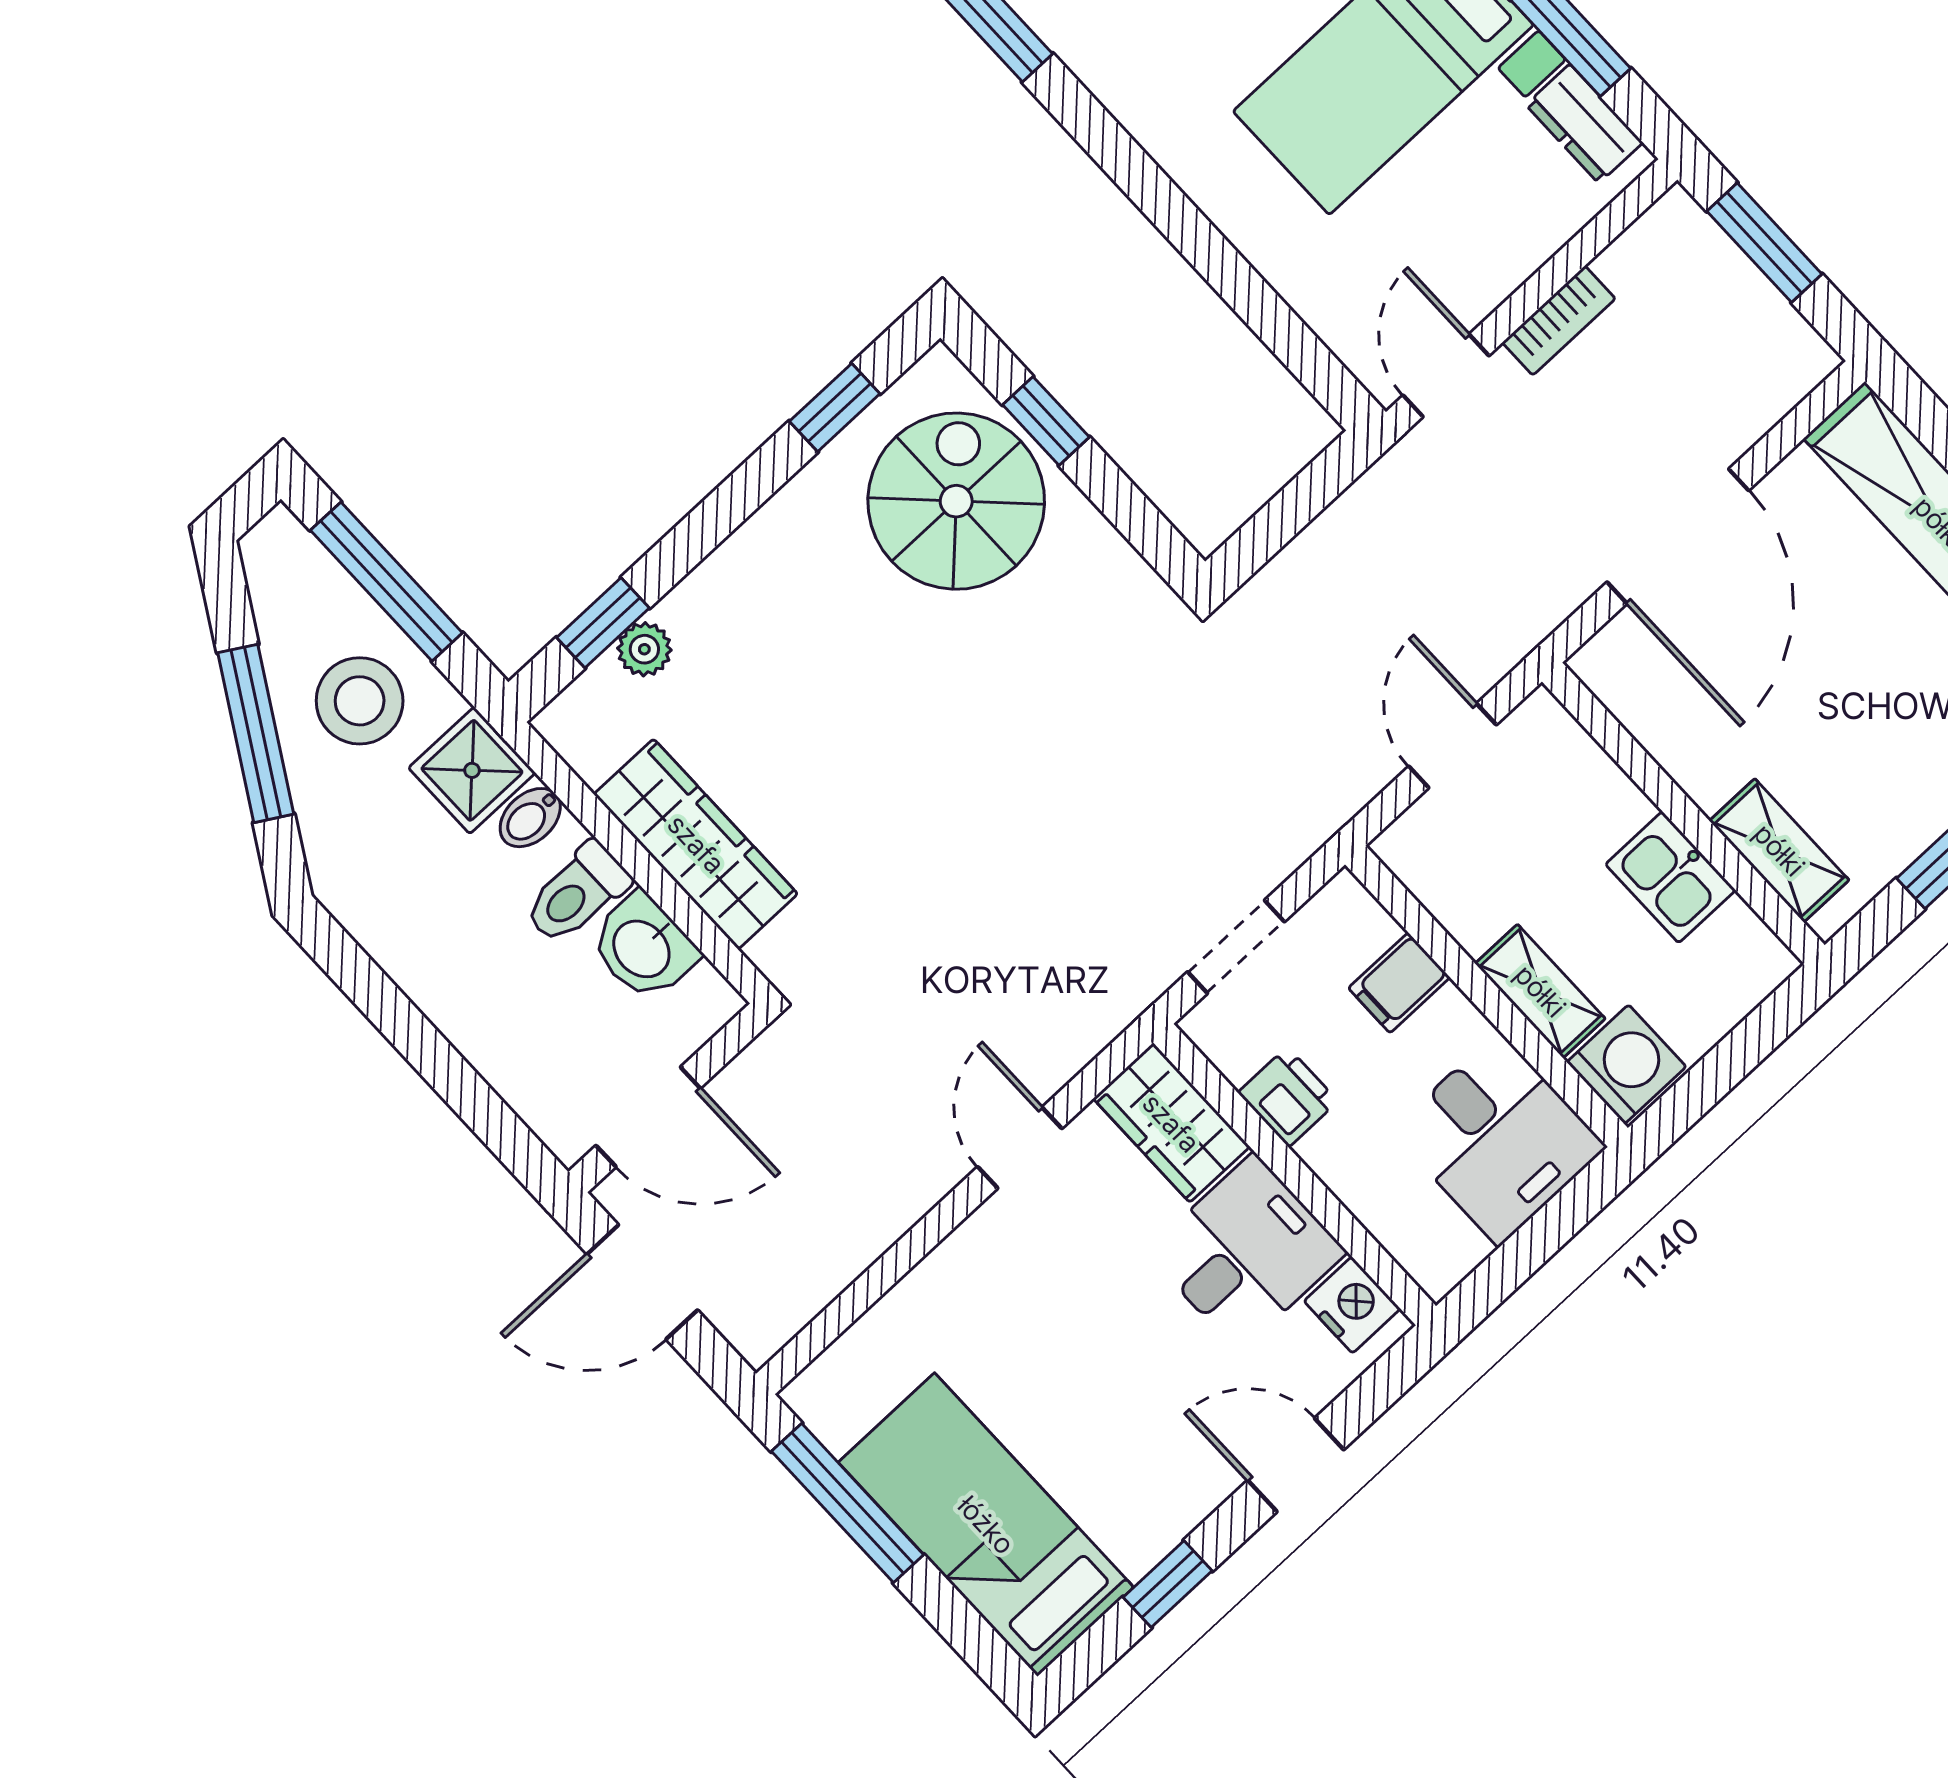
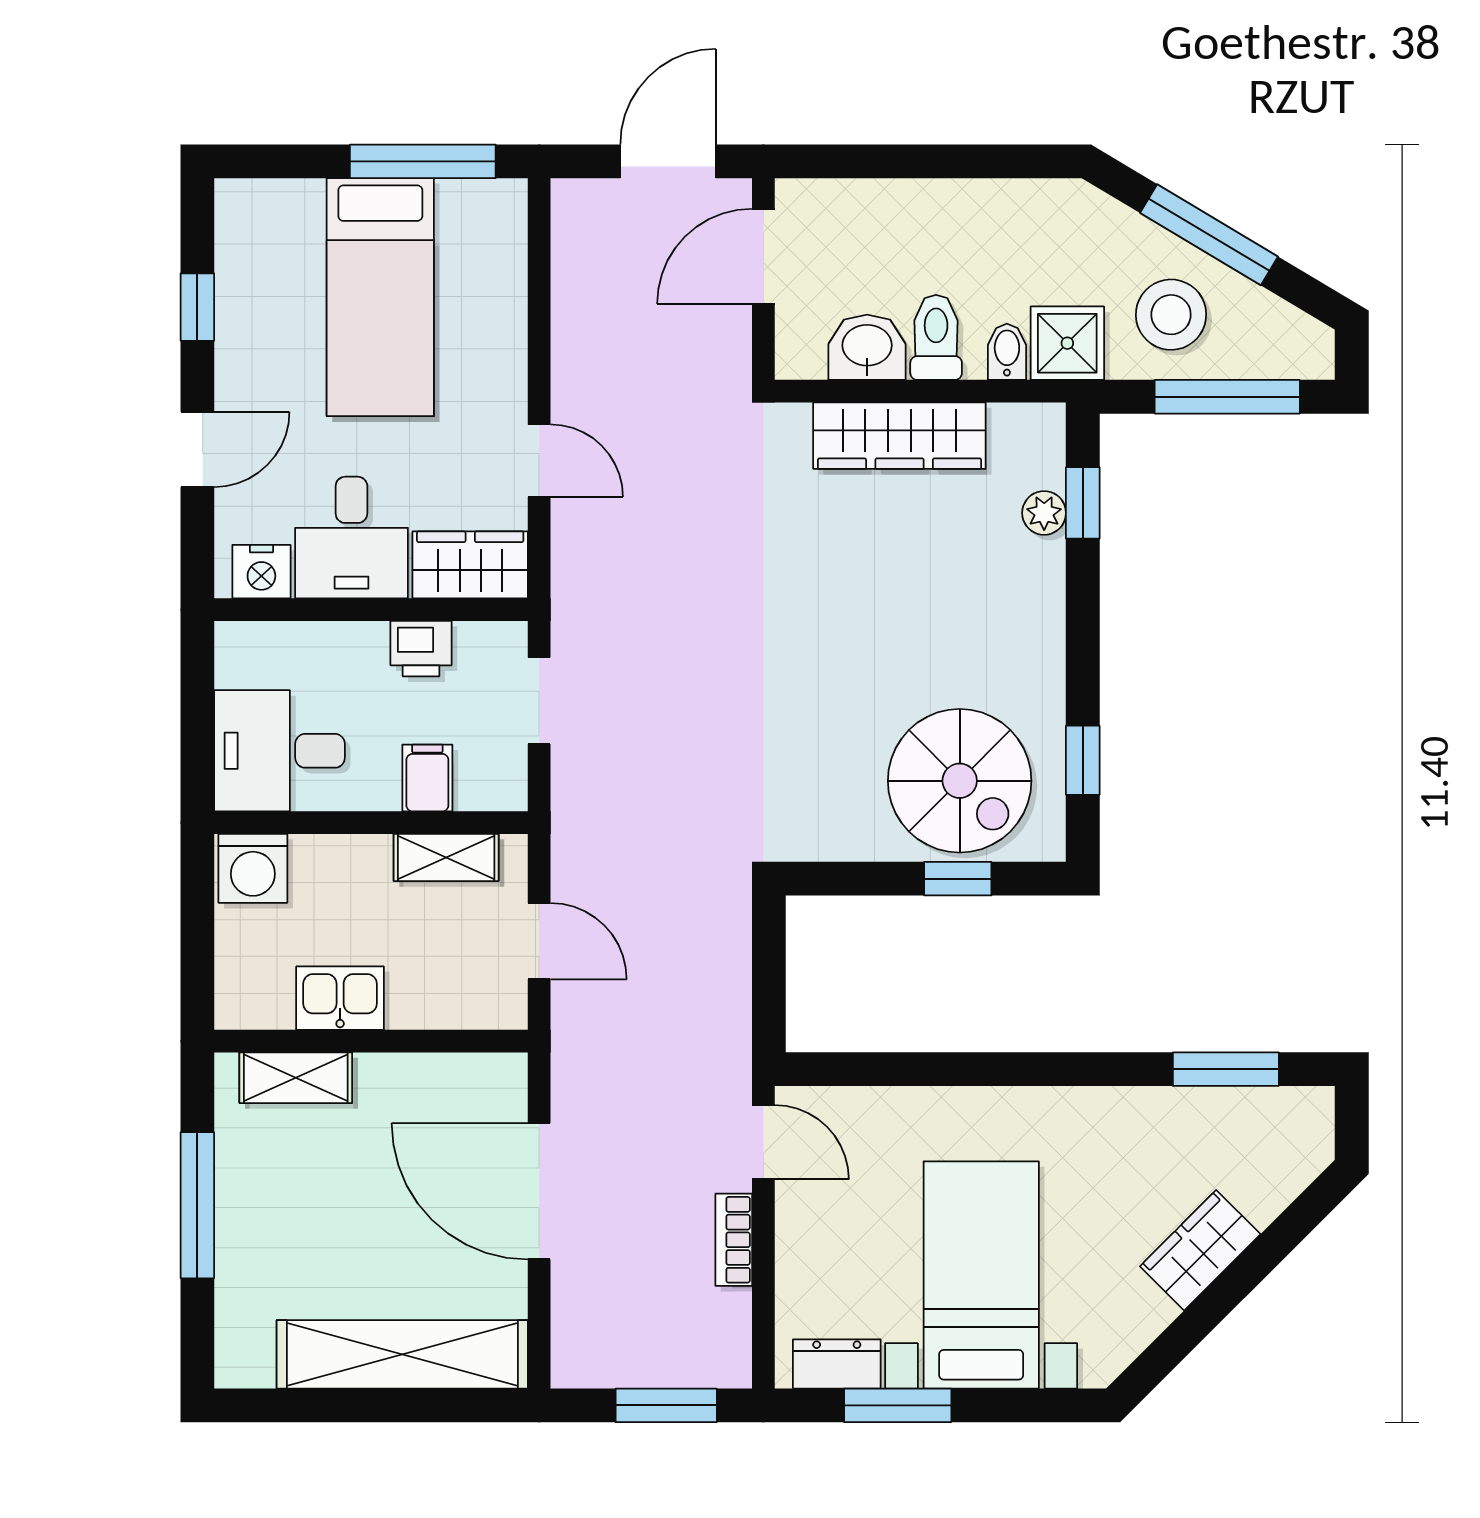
shelving: (1540, 991) -> (446, 857), moved
bed: (986, 1525) -> (380, 297), moved, turned 90

